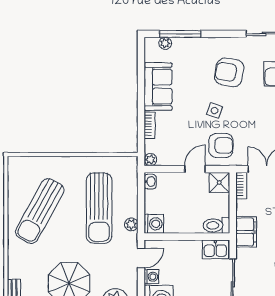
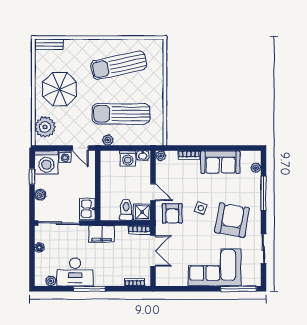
window: (180, 34) -> (263, 193), moved
armchair: (229, 72) -> (232, 220), width x1.36, depth x1.36
sun lounger: (40, 211) -> (119, 65), turned -41
washing machine: (154, 224) -> (128, 159), moved
toilet: (216, 225) -> (126, 210), moved

